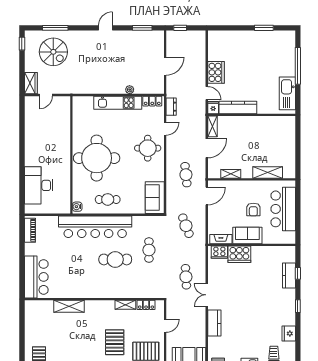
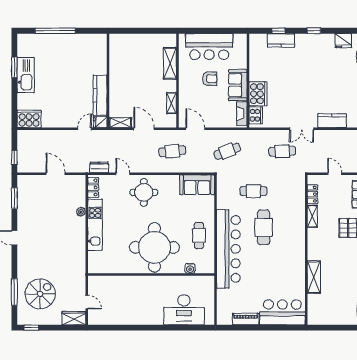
cooker: (216, 72) -> (29, 119), moved
kitchen sink: (287, 93) -> (26, 75), moved, turned -90
water cooler: (77, 207) -> (190, 268), moved
piano: (30, 230) -> (246, 319), moved

